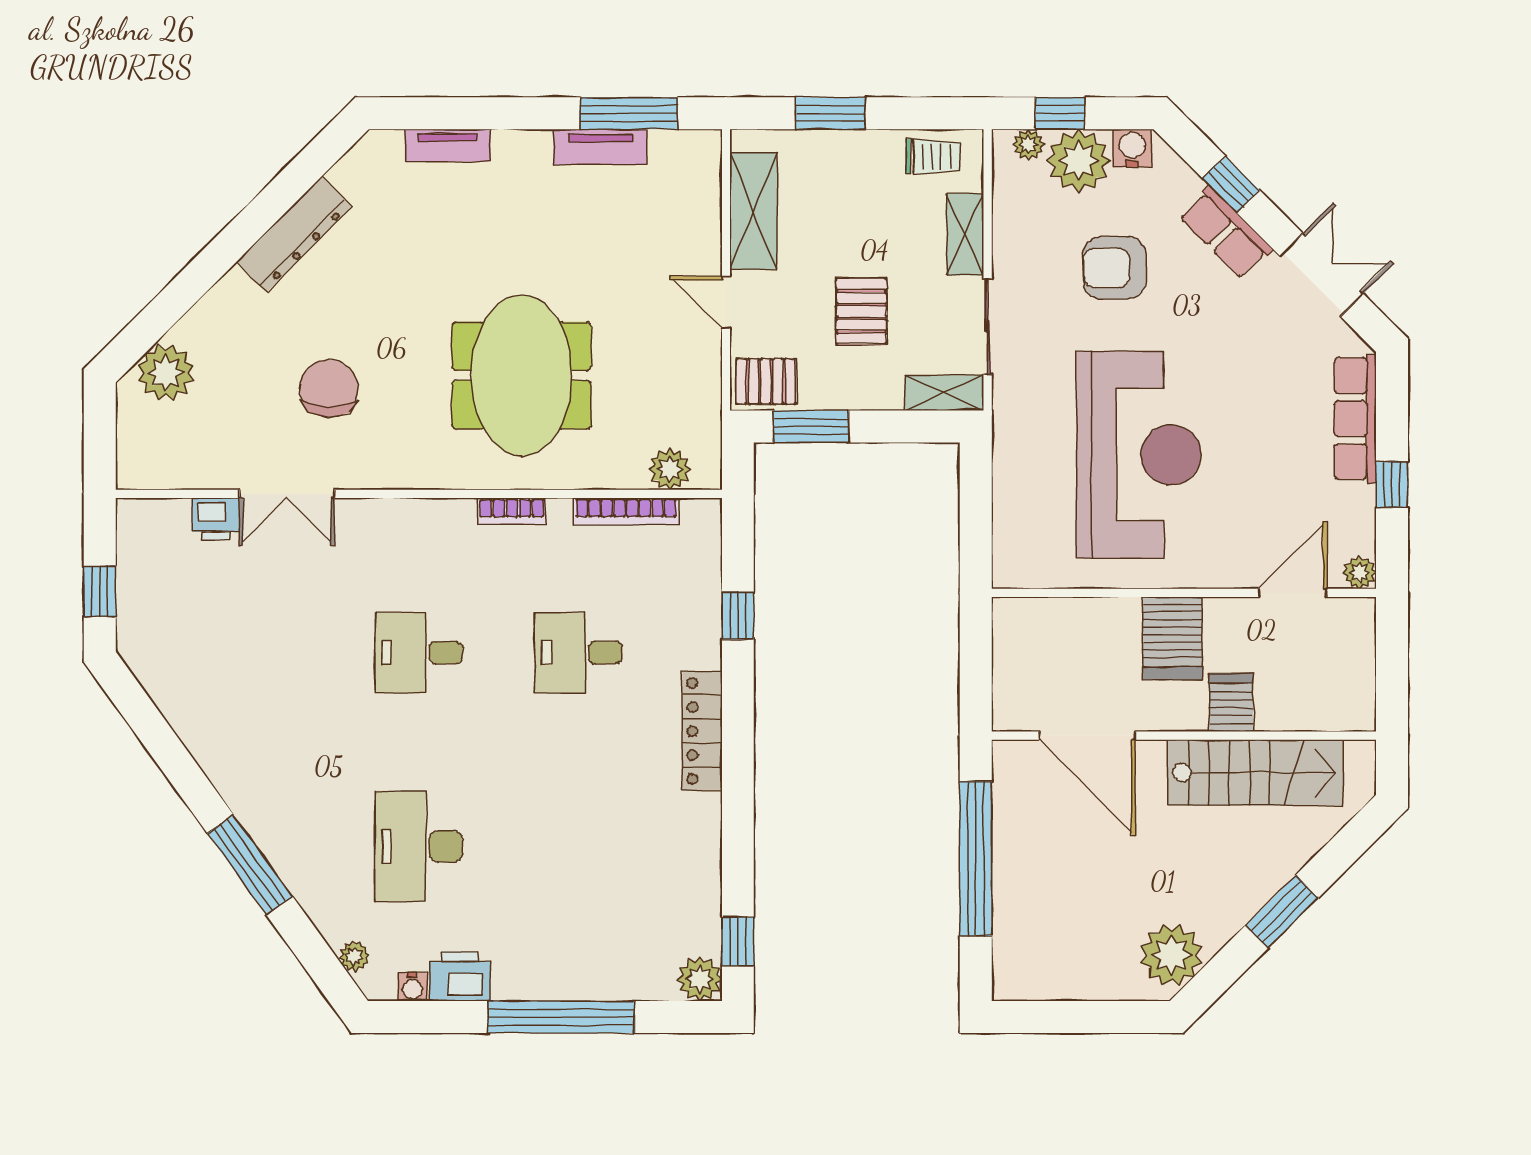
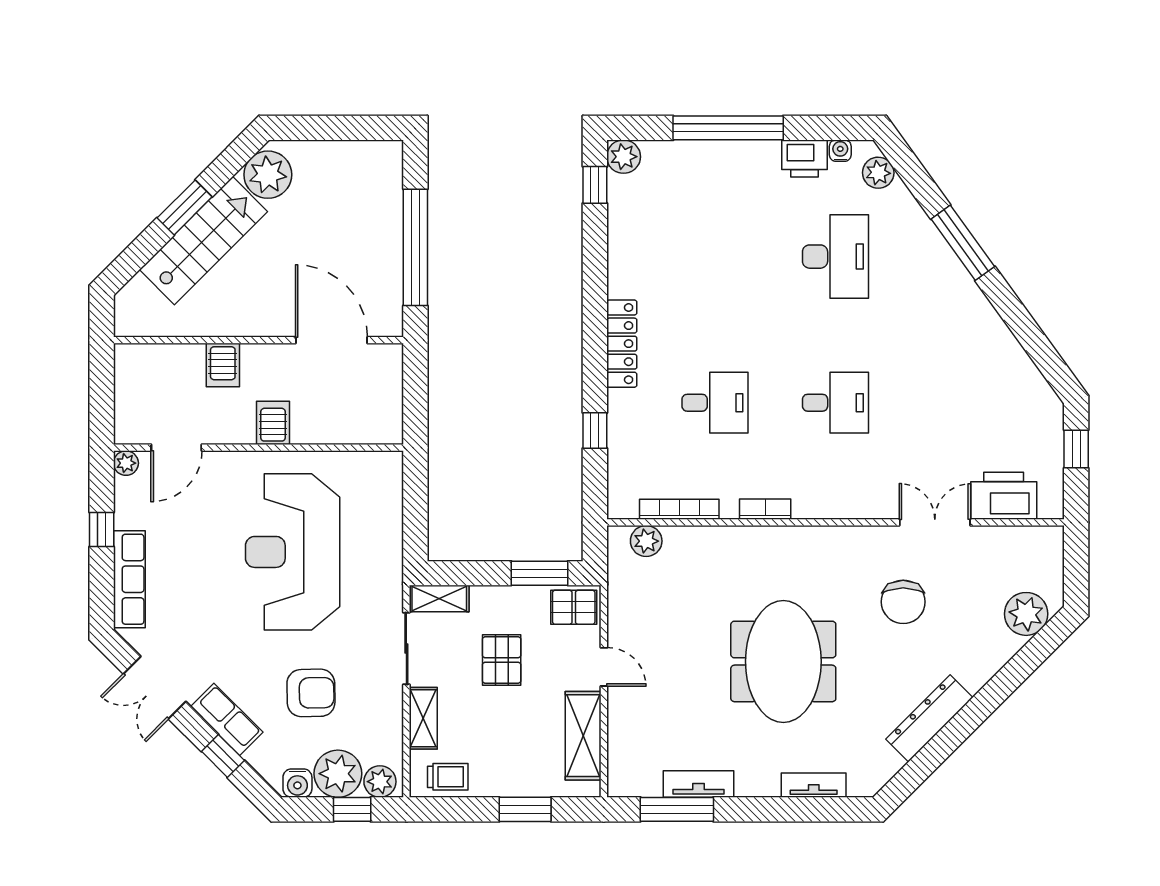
plant: (1029, 144) -> (380, 782), width x1.38, depth x1.38
trolley: (933, 156) -> (448, 777), turned 180
meeting table: (522, 375) -> (783, 661), moved
printer: (216, 519) -> (1004, 496), width x1.87, depth x1.48
server rack: (1173, 638) -> (273, 423), width x0.73, depth x0.70
stairs: (1255, 773) -> (204, 241), moved, turned 135
plant: (354, 956) -> (878, 173), width x1.38, depth x1.38

